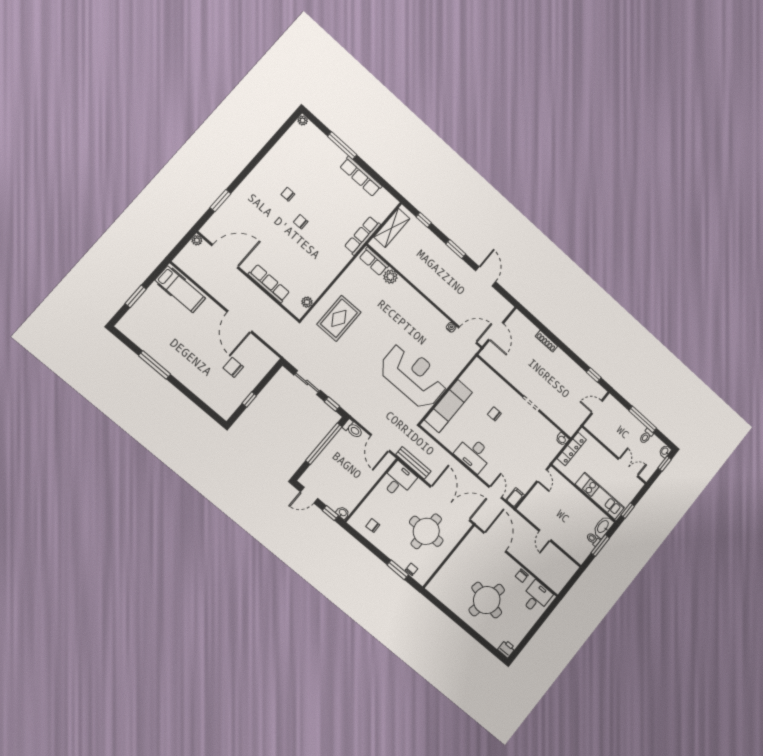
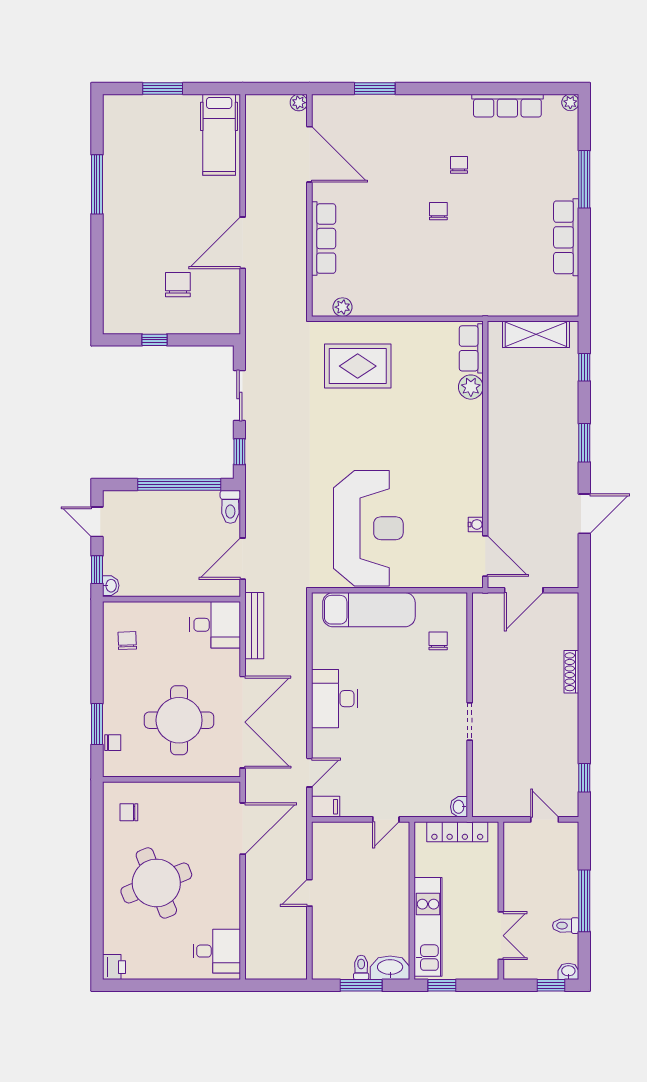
row of seats: (362, 236) -> (507, 106), moved, turned 180
chair: (494, 414) -> (438, 641), moved
chair: (522, 576) -> (129, 812), moved
round table: (487, 600) -> (156, 883), turned -34

